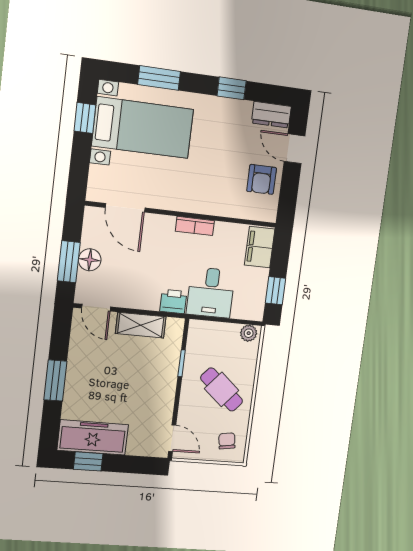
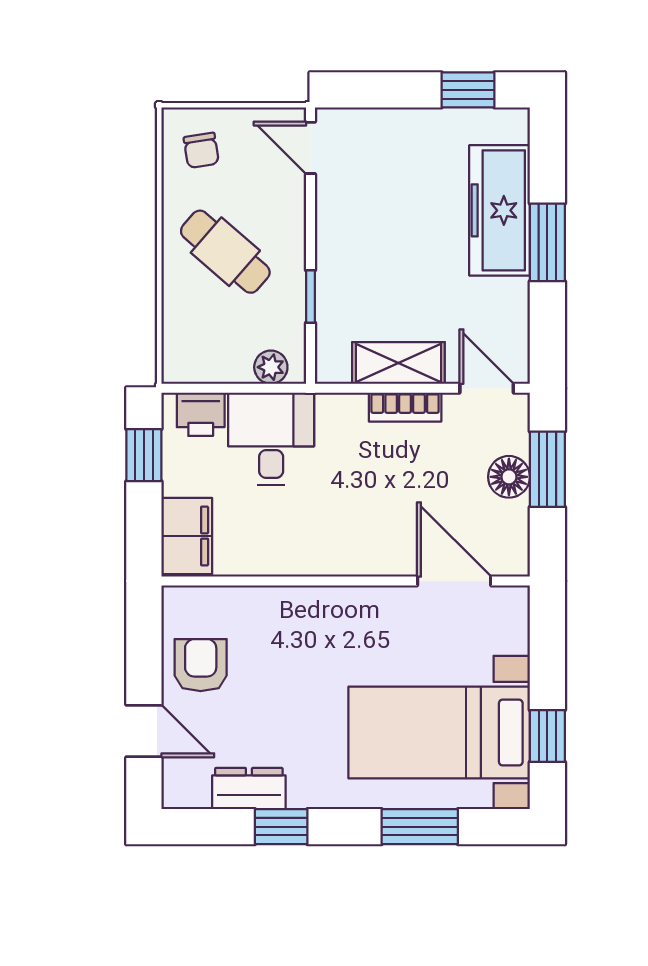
dresser: (271, 115) -> (249, 789), moved
bookcase: (195, 226) -> (405, 407), moved, turned 180
printer: (173, 302) -> (201, 414), moved
plant: (249, 333) -> (271, 367), moved
freezer: (93, 437) -> (500, 210), moved, turned 90

